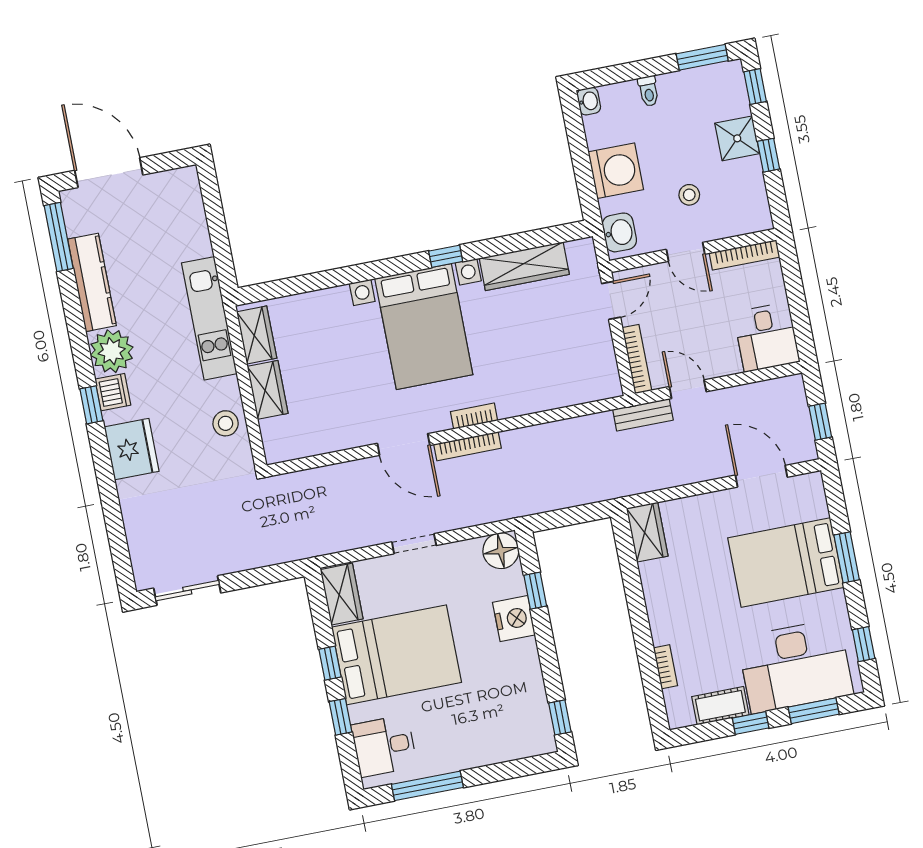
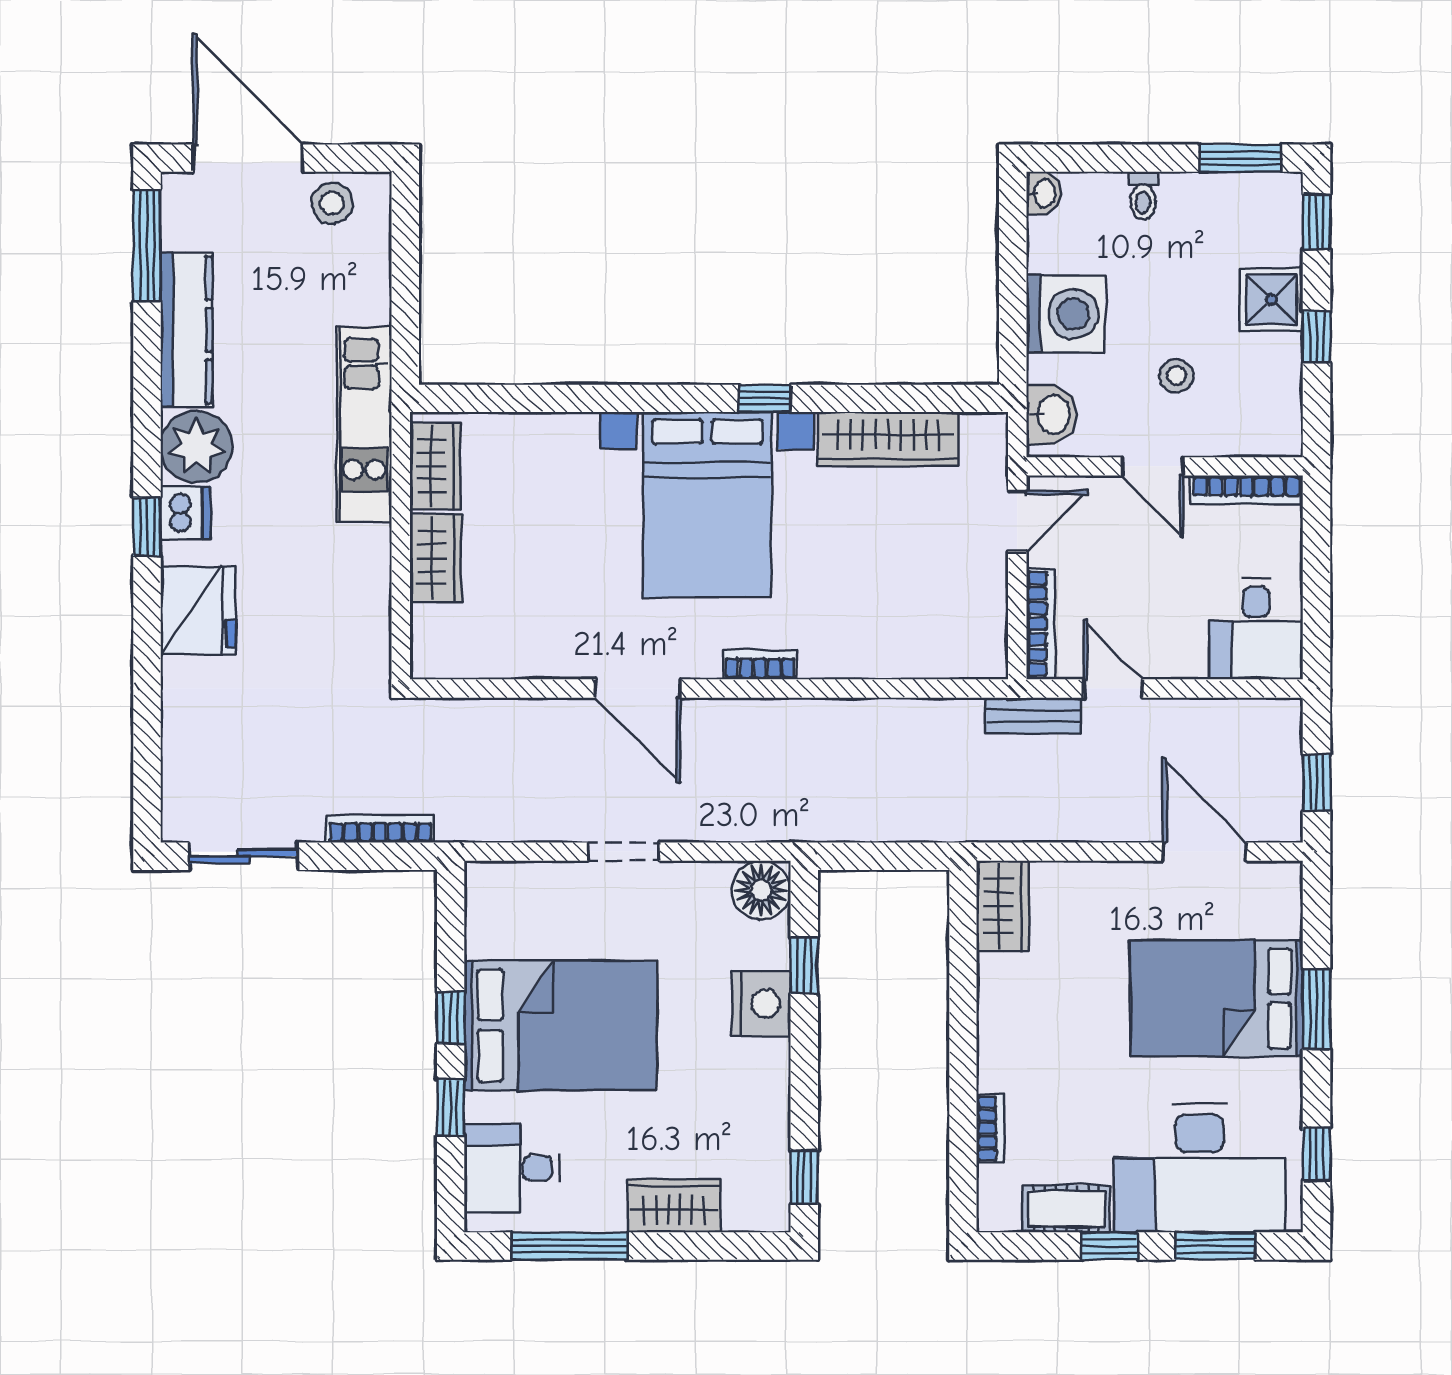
stool: (226, 423) -> (332, 203), moved
bookcase: (467, 446) -> (380, 829), moved, turned 180
wardrobe: (342, 594) -> (674, 1206), moved, turned -90

